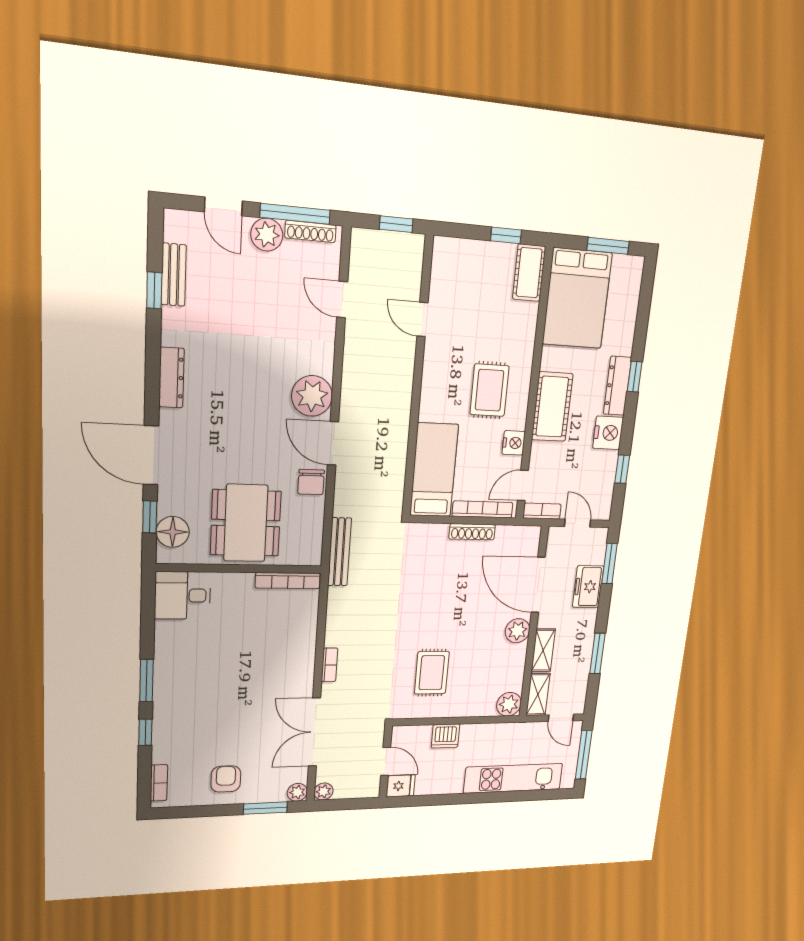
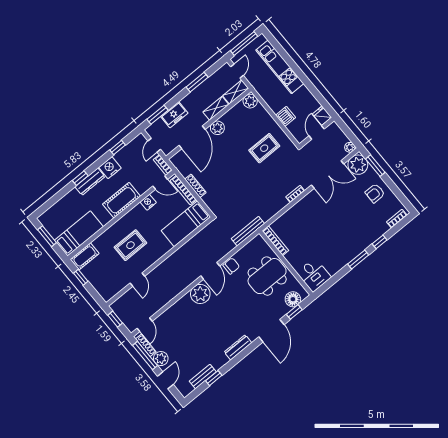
bed: (577, 299) -> (79, 234), width x0.67
door: (342, 300) -> (145, 325), moved
rug: (489, 390) -> (130, 245), moved
plant: (297, 792) -> (358, 165), width x1.87, depth x1.87

